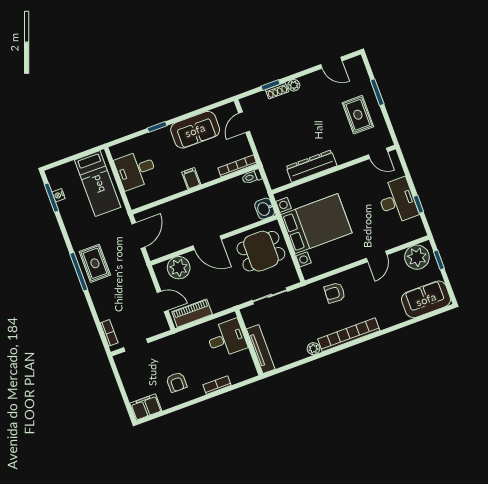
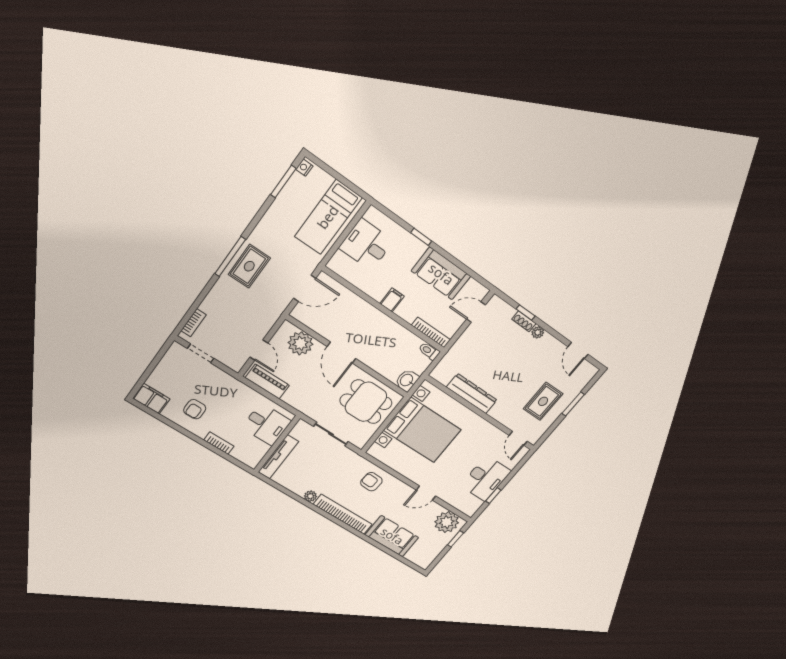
nightstand: (58, 195) -> (304, 168), moved
sofa: (426, 299) -> (392, 536), moved

